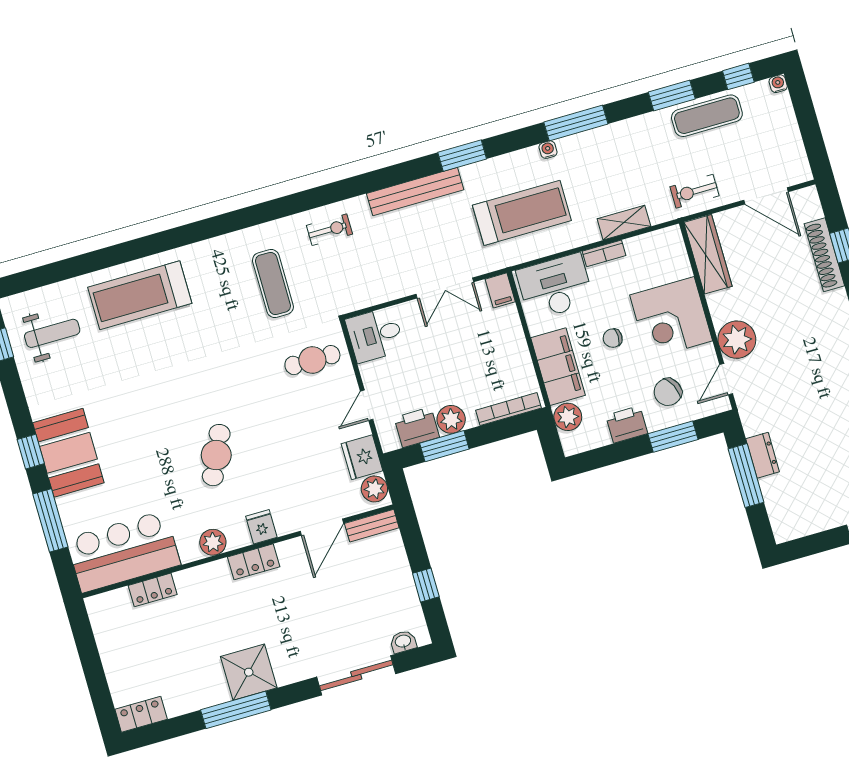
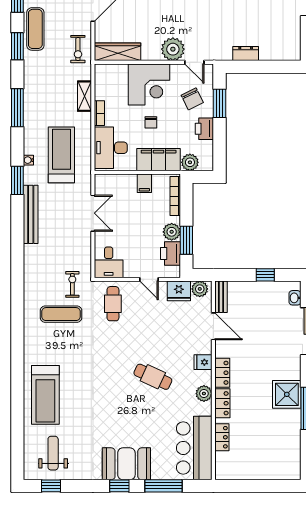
water cooler: (548, 150) -> (28, 160), moved
exercise bike: (329, 230) -> (72, 284), moved
filing cabinet: (500, 290) -> (144, 183), moved, turned 90
window: (746, 476) -> (255, 67), removed
locker: (141, 714) -> (222, 403), moved, turned 180

